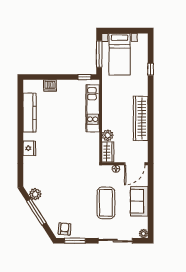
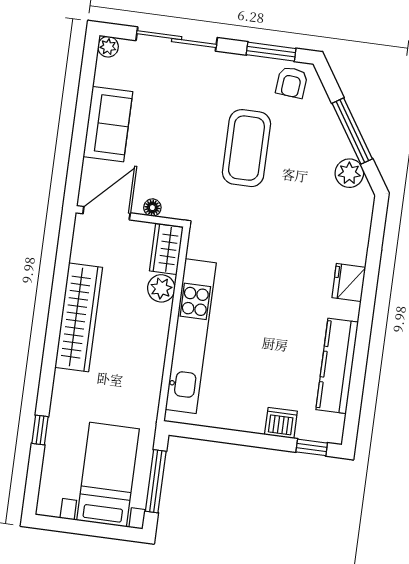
window: (85, 77) -> (312, 447), moved
kitchen unit: (93, 108) -> (191, 336), width x1.36
coffee table: (106, 203) -> (246, 148), moved

